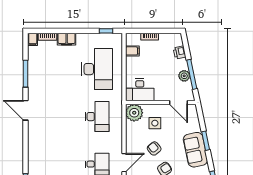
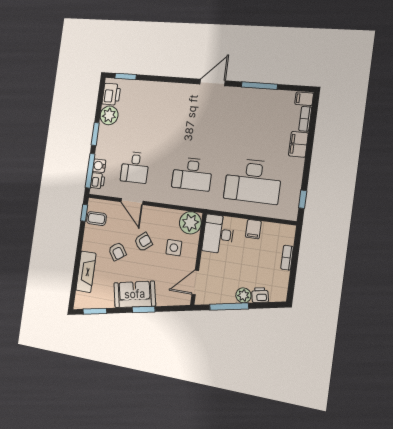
filing cabinet: (132, 51) -> (253, 229), moved
plant: (184, 76) -> (243, 295), moved

